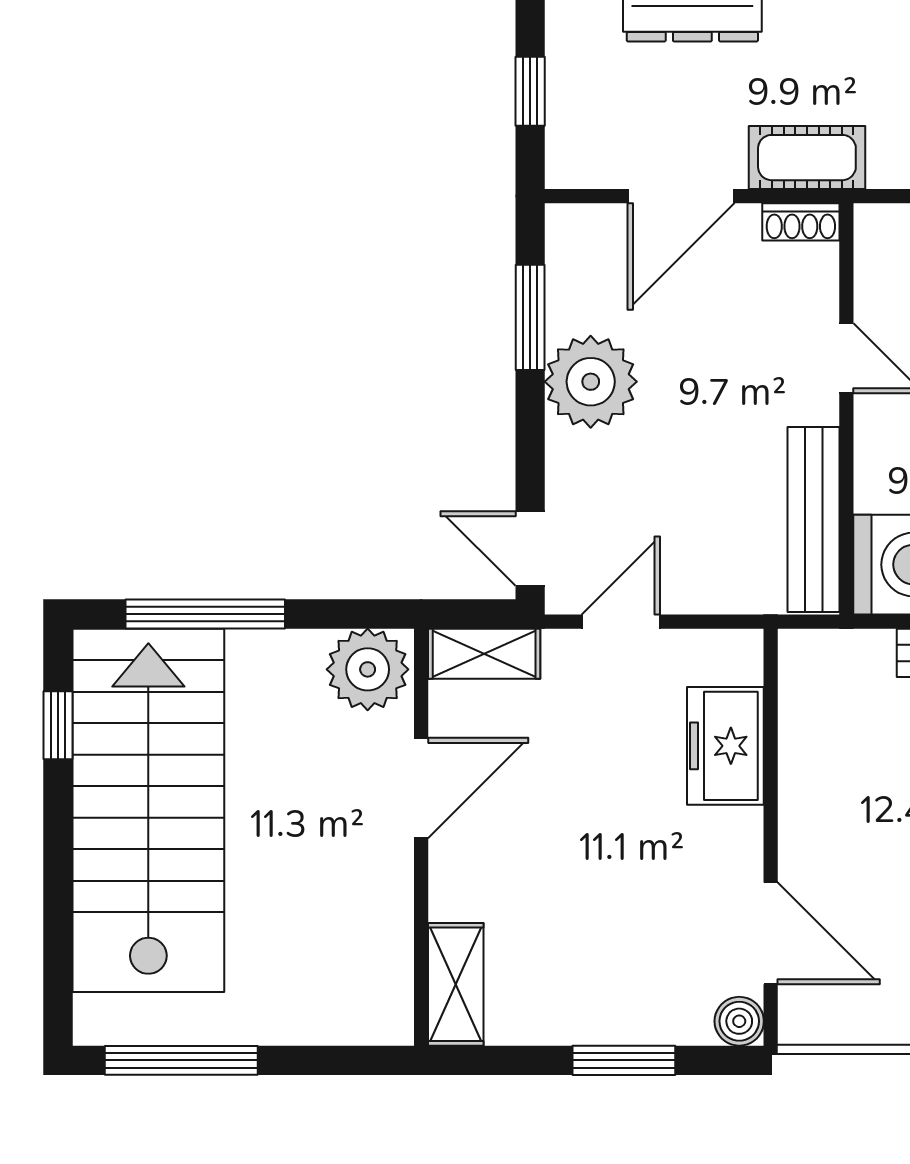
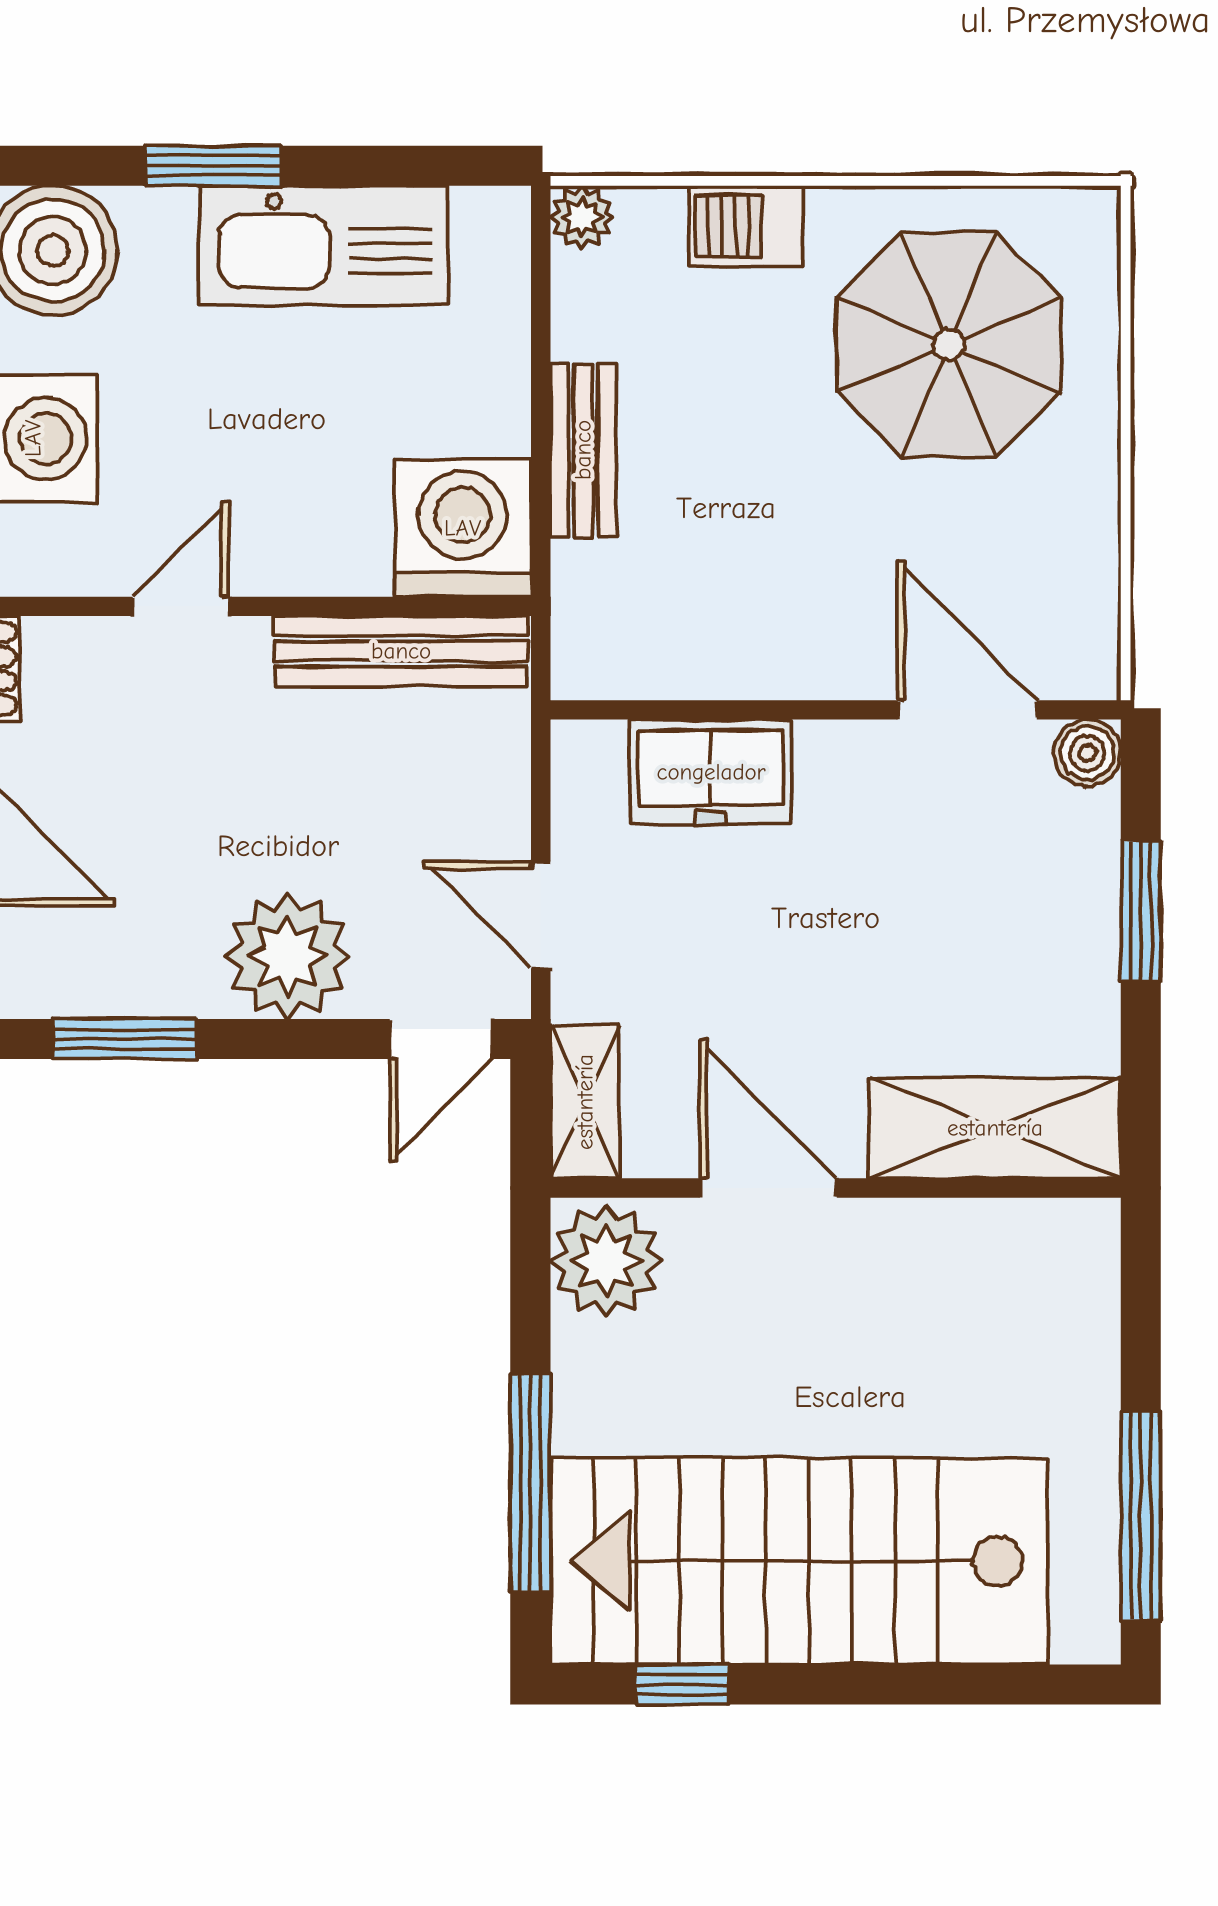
plant: (591, 382) -> (288, 956), moved
door: (771, 933) -> (967, 710), hinge flipped
shelving: (456, 984) -> (995, 1128), width x1.50, depth x1.33

